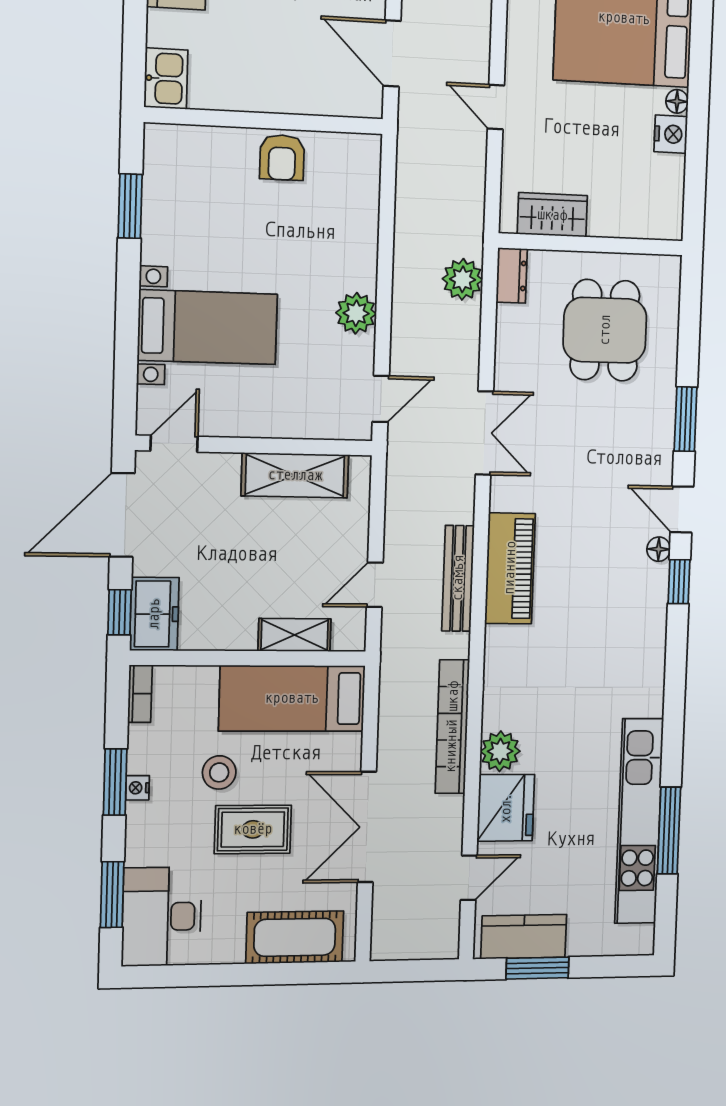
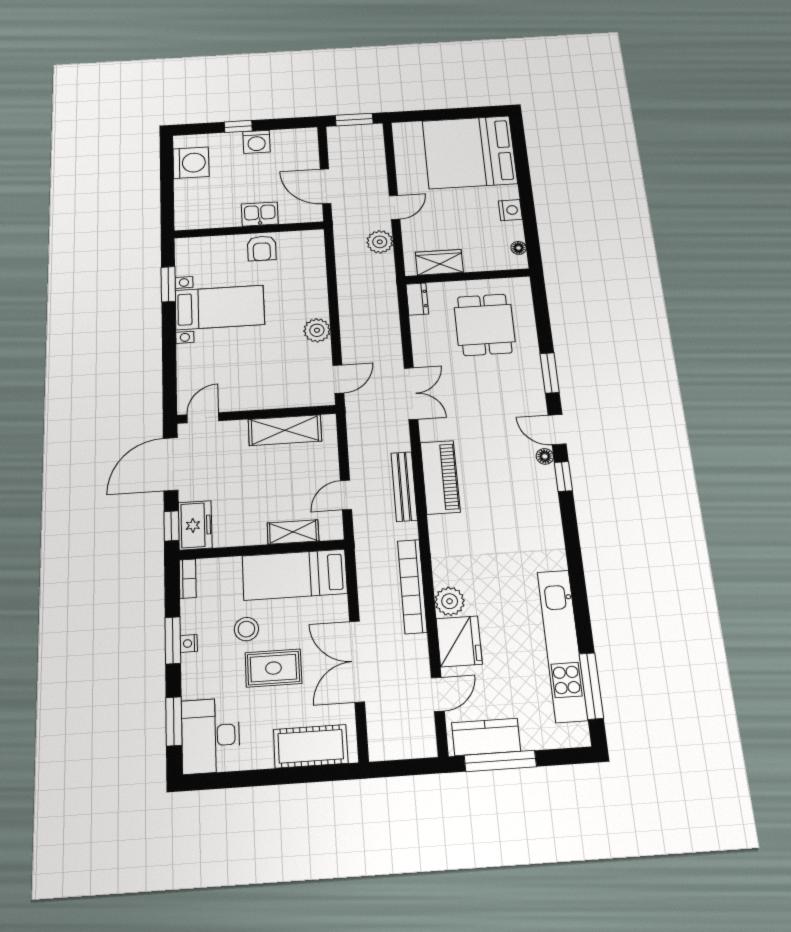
kitchen sink: (166, 79) -> (260, 214), moved, turned -90
floor lamp: (677, 101) -> (519, 248), moved
door: (496, 107) -> (395, 207), swing flipped
plant: (463, 279) -> (380, 242), moved
bed with nightstands: (208, 327) -> (220, 307), moved
window: (669, 831) -> (591, 686), moved
window: (538, 968) -> (500, 761), width x1.44

